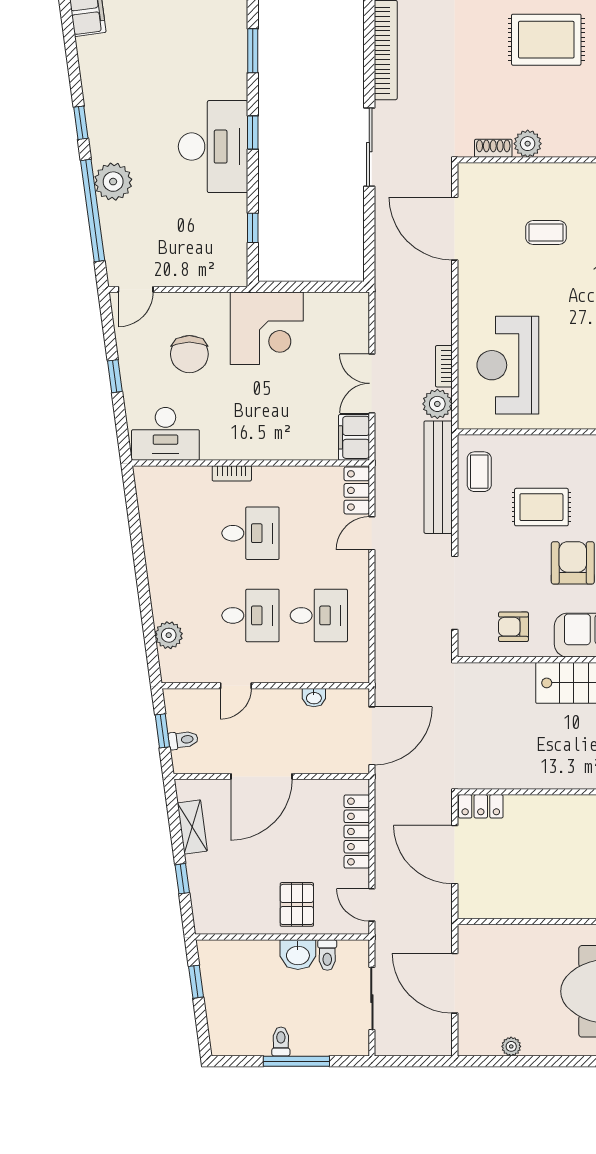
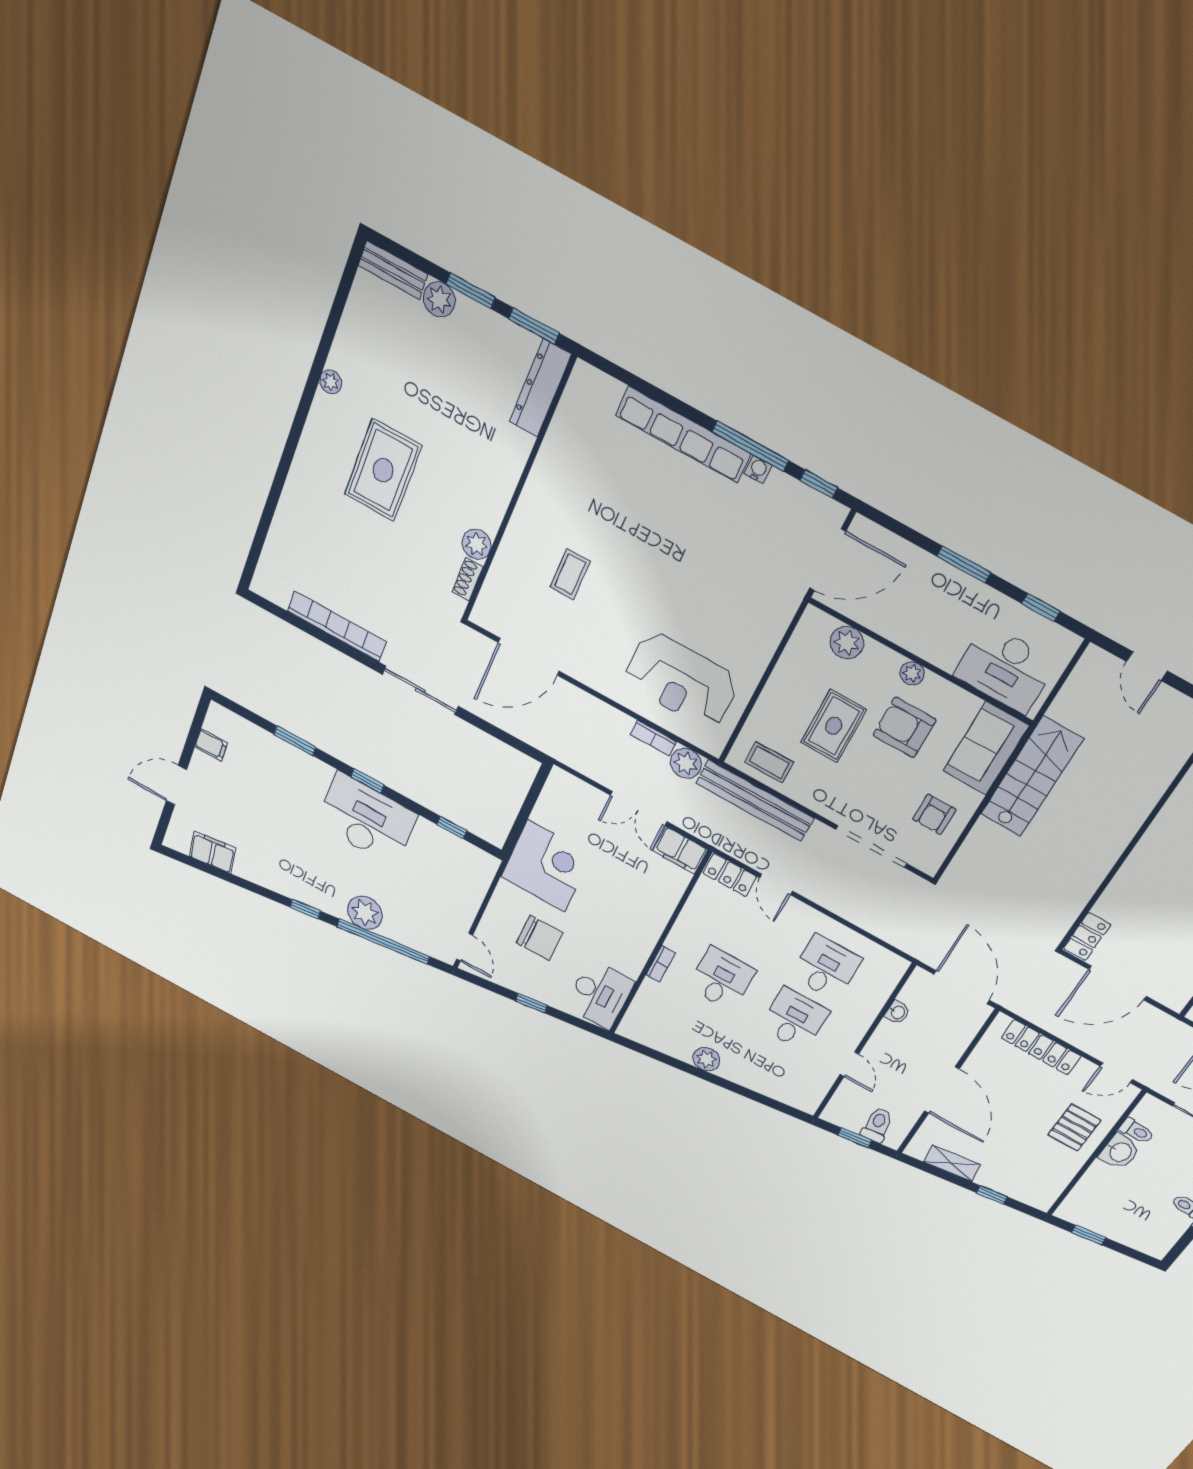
plant: (169, 635) -> (706, 1059), moved
toilet: (183, 740) -> (877, 1125), width x1.37, depth x1.39
pallet: (297, 904) -> (1074, 1128), turned 90

